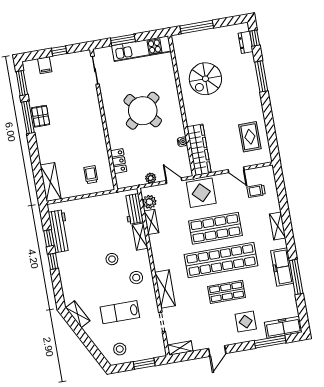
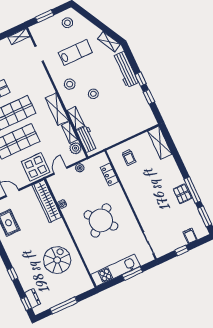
window: (197, 27) -> (64, 305), moved
window: (261, 76) -> (13, 274), width x0.46
door: (174, 181) -> (60, 171), swing flipped
workbench: (59, 231) -> (125, 70), moved
shelving: (165, 289) -> (57, 109), moved

